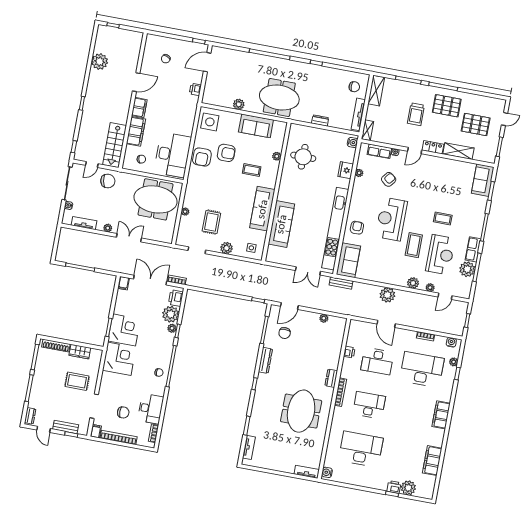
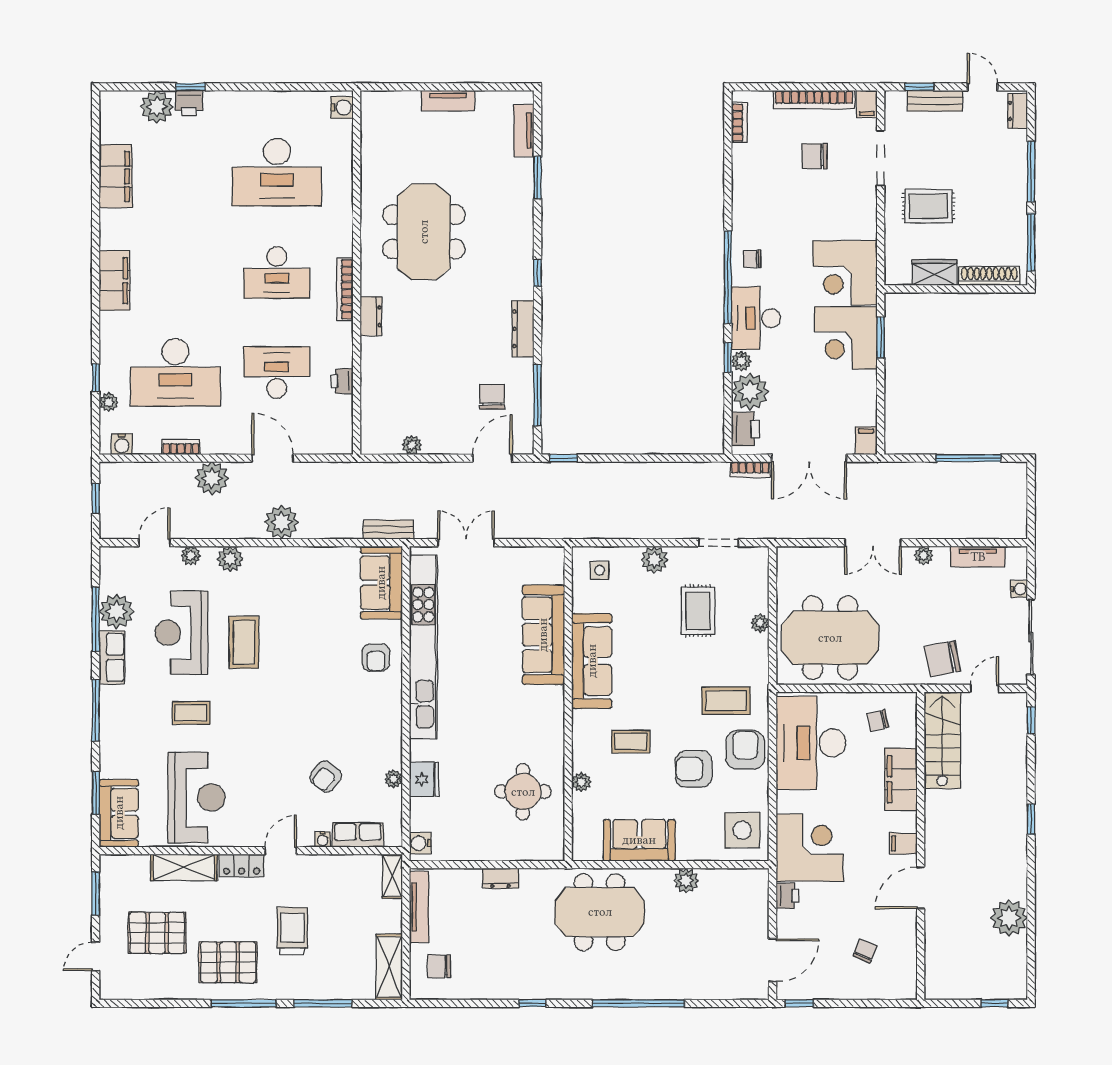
filing cabinet: (139, 108) -> (903, 843), width x0.50
corner desk: (182, 109) -> (810, 848), added
coffee table: (206, 180) -> (726, 701), added
reception desk: (391, 219) -> (196, 797), moved
plant: (414, 320) -> (212, 478), added
desk: (150, 409) -> (756, 318), moved
tv unit: (307, 472) -> (448, 101), moved

